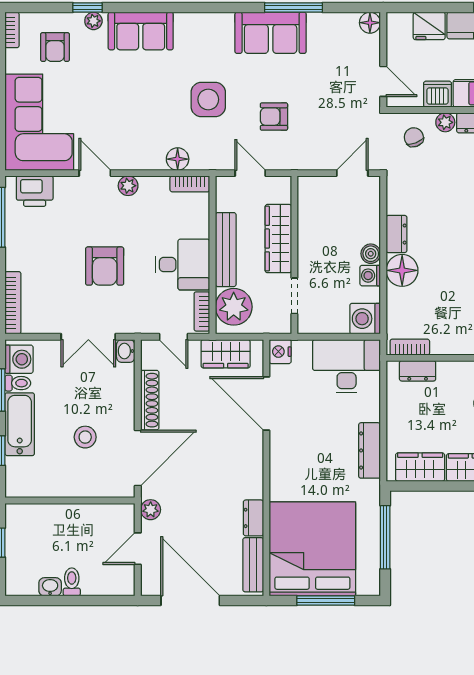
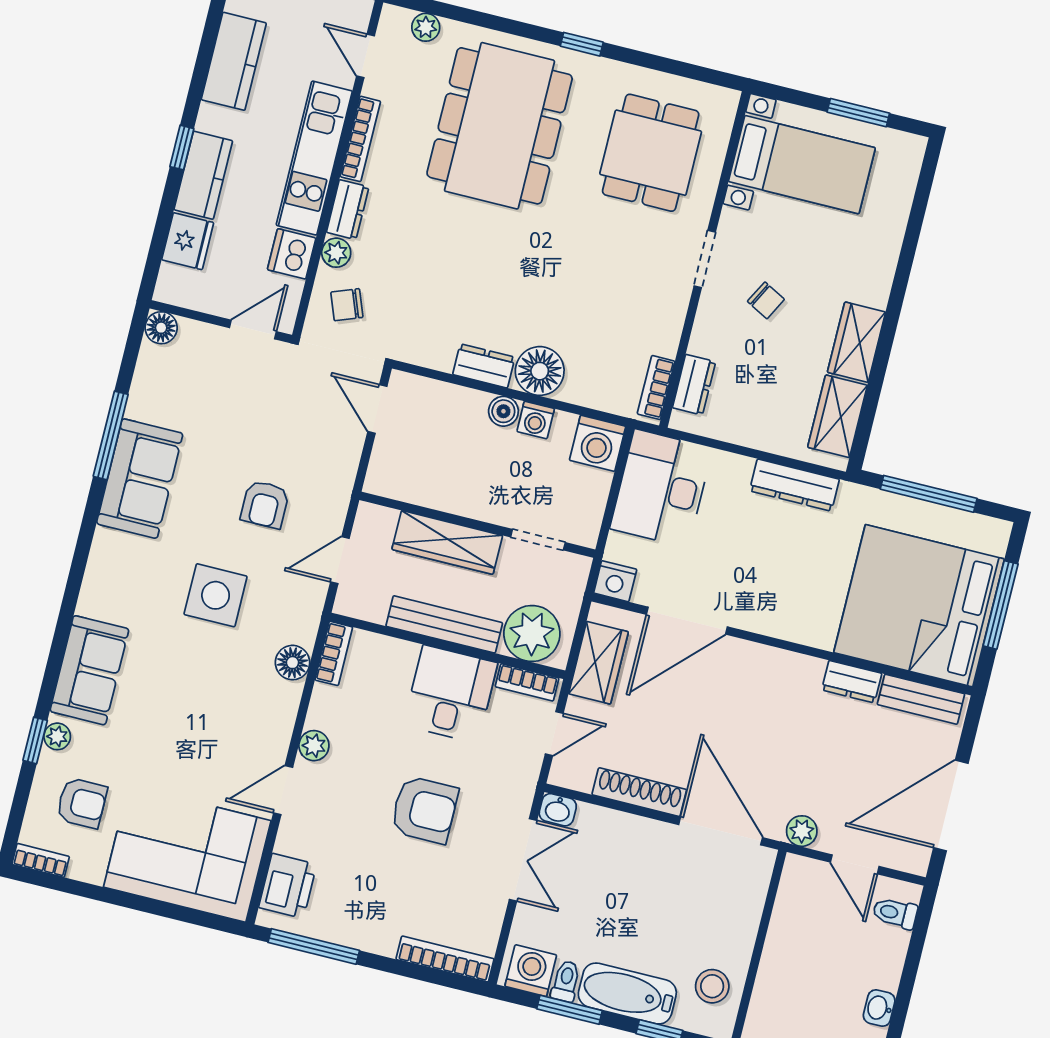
stool: (85, 437) -> (712, 986), moved
toilet: (72, 582) -> (895, 913), moved

